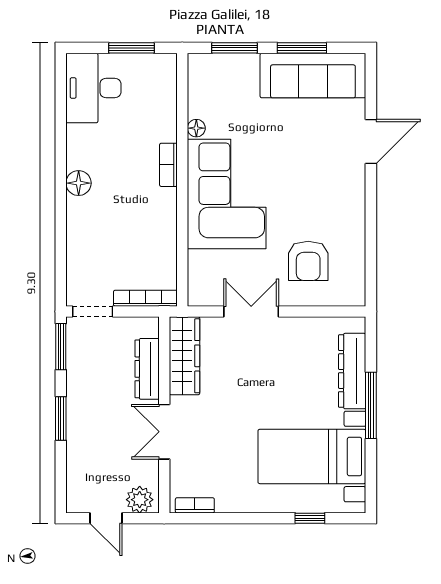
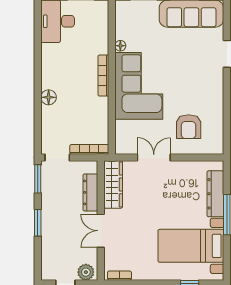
bookcase: (168, 165) -> (103, 76), width x1.56
floor lamp: (79, 183) -> (49, 97), moved

